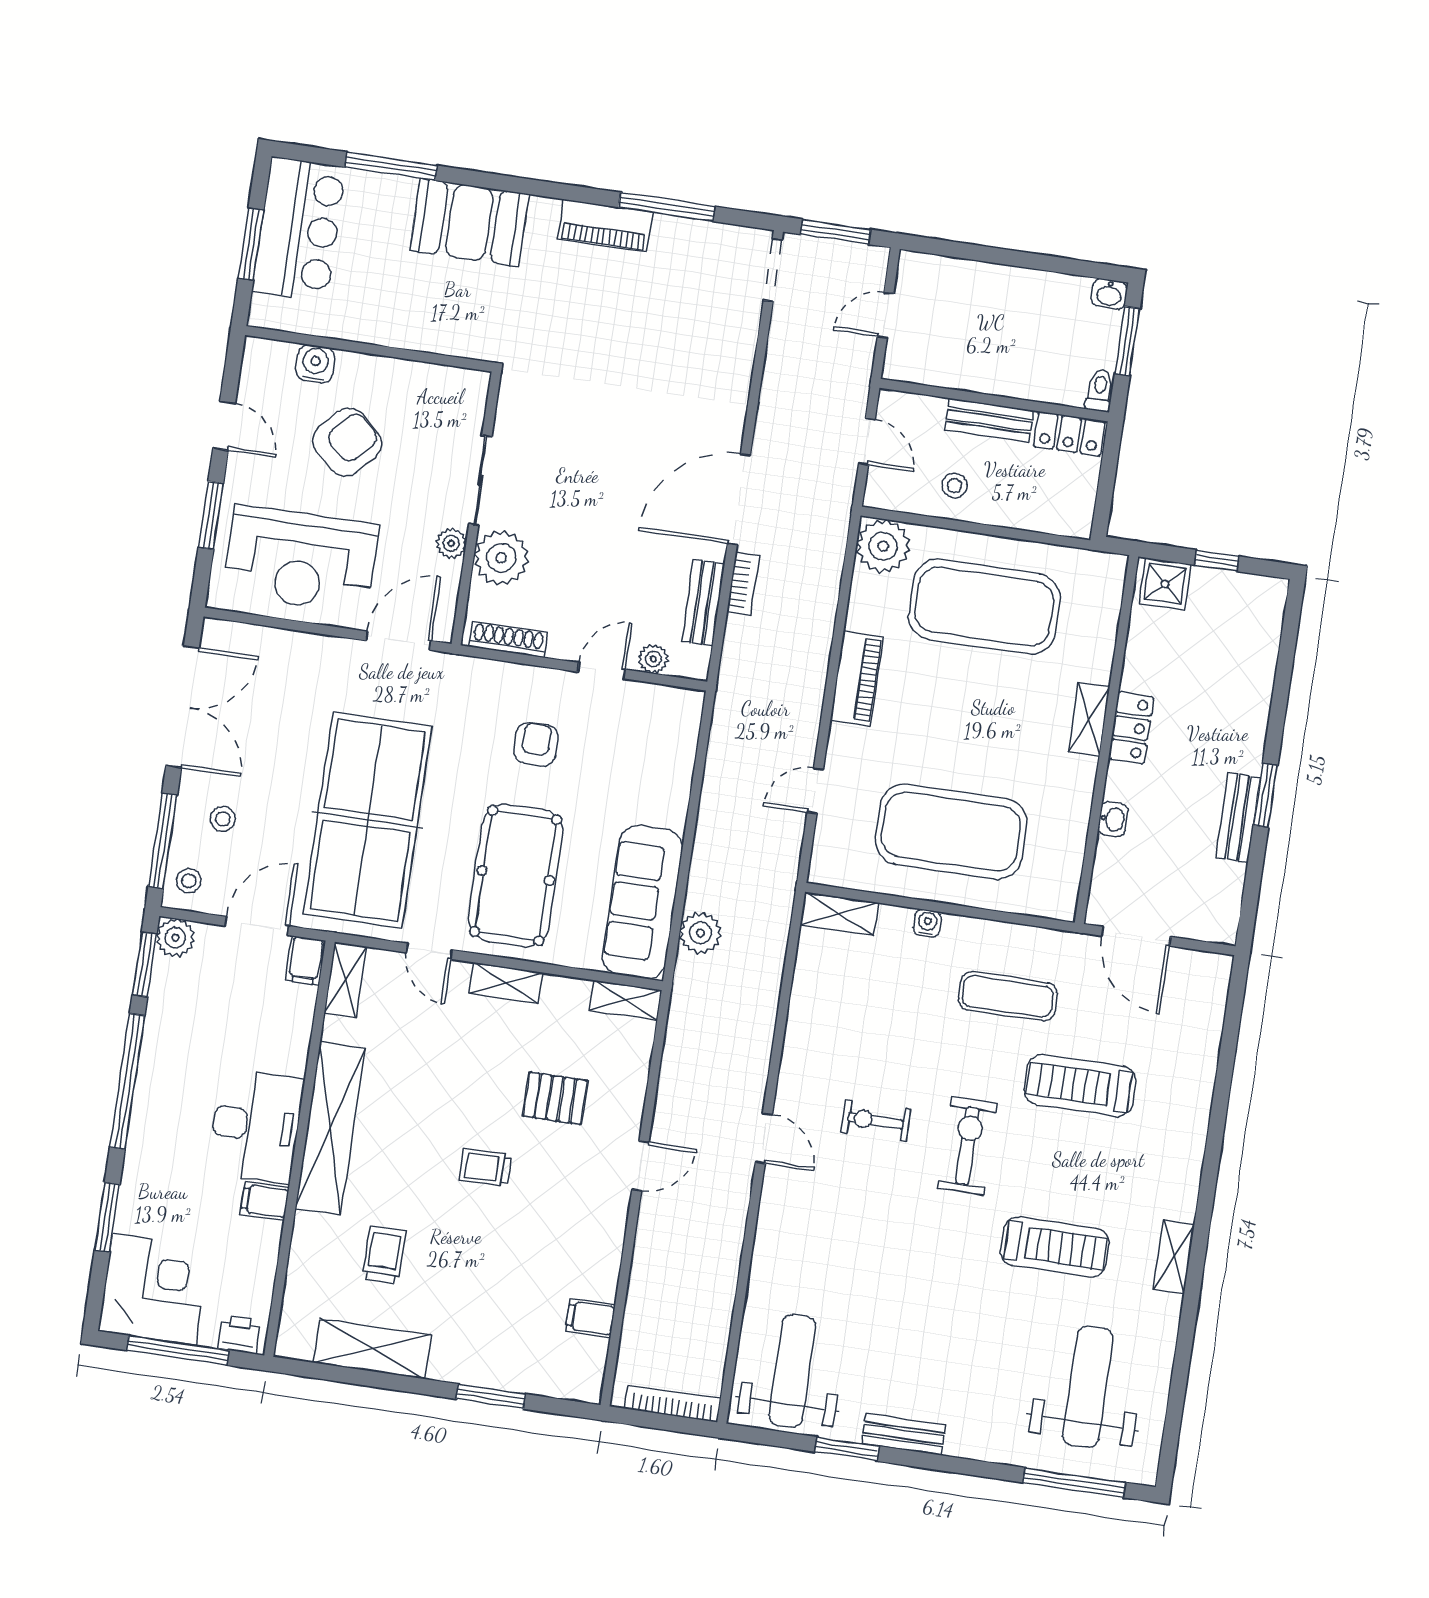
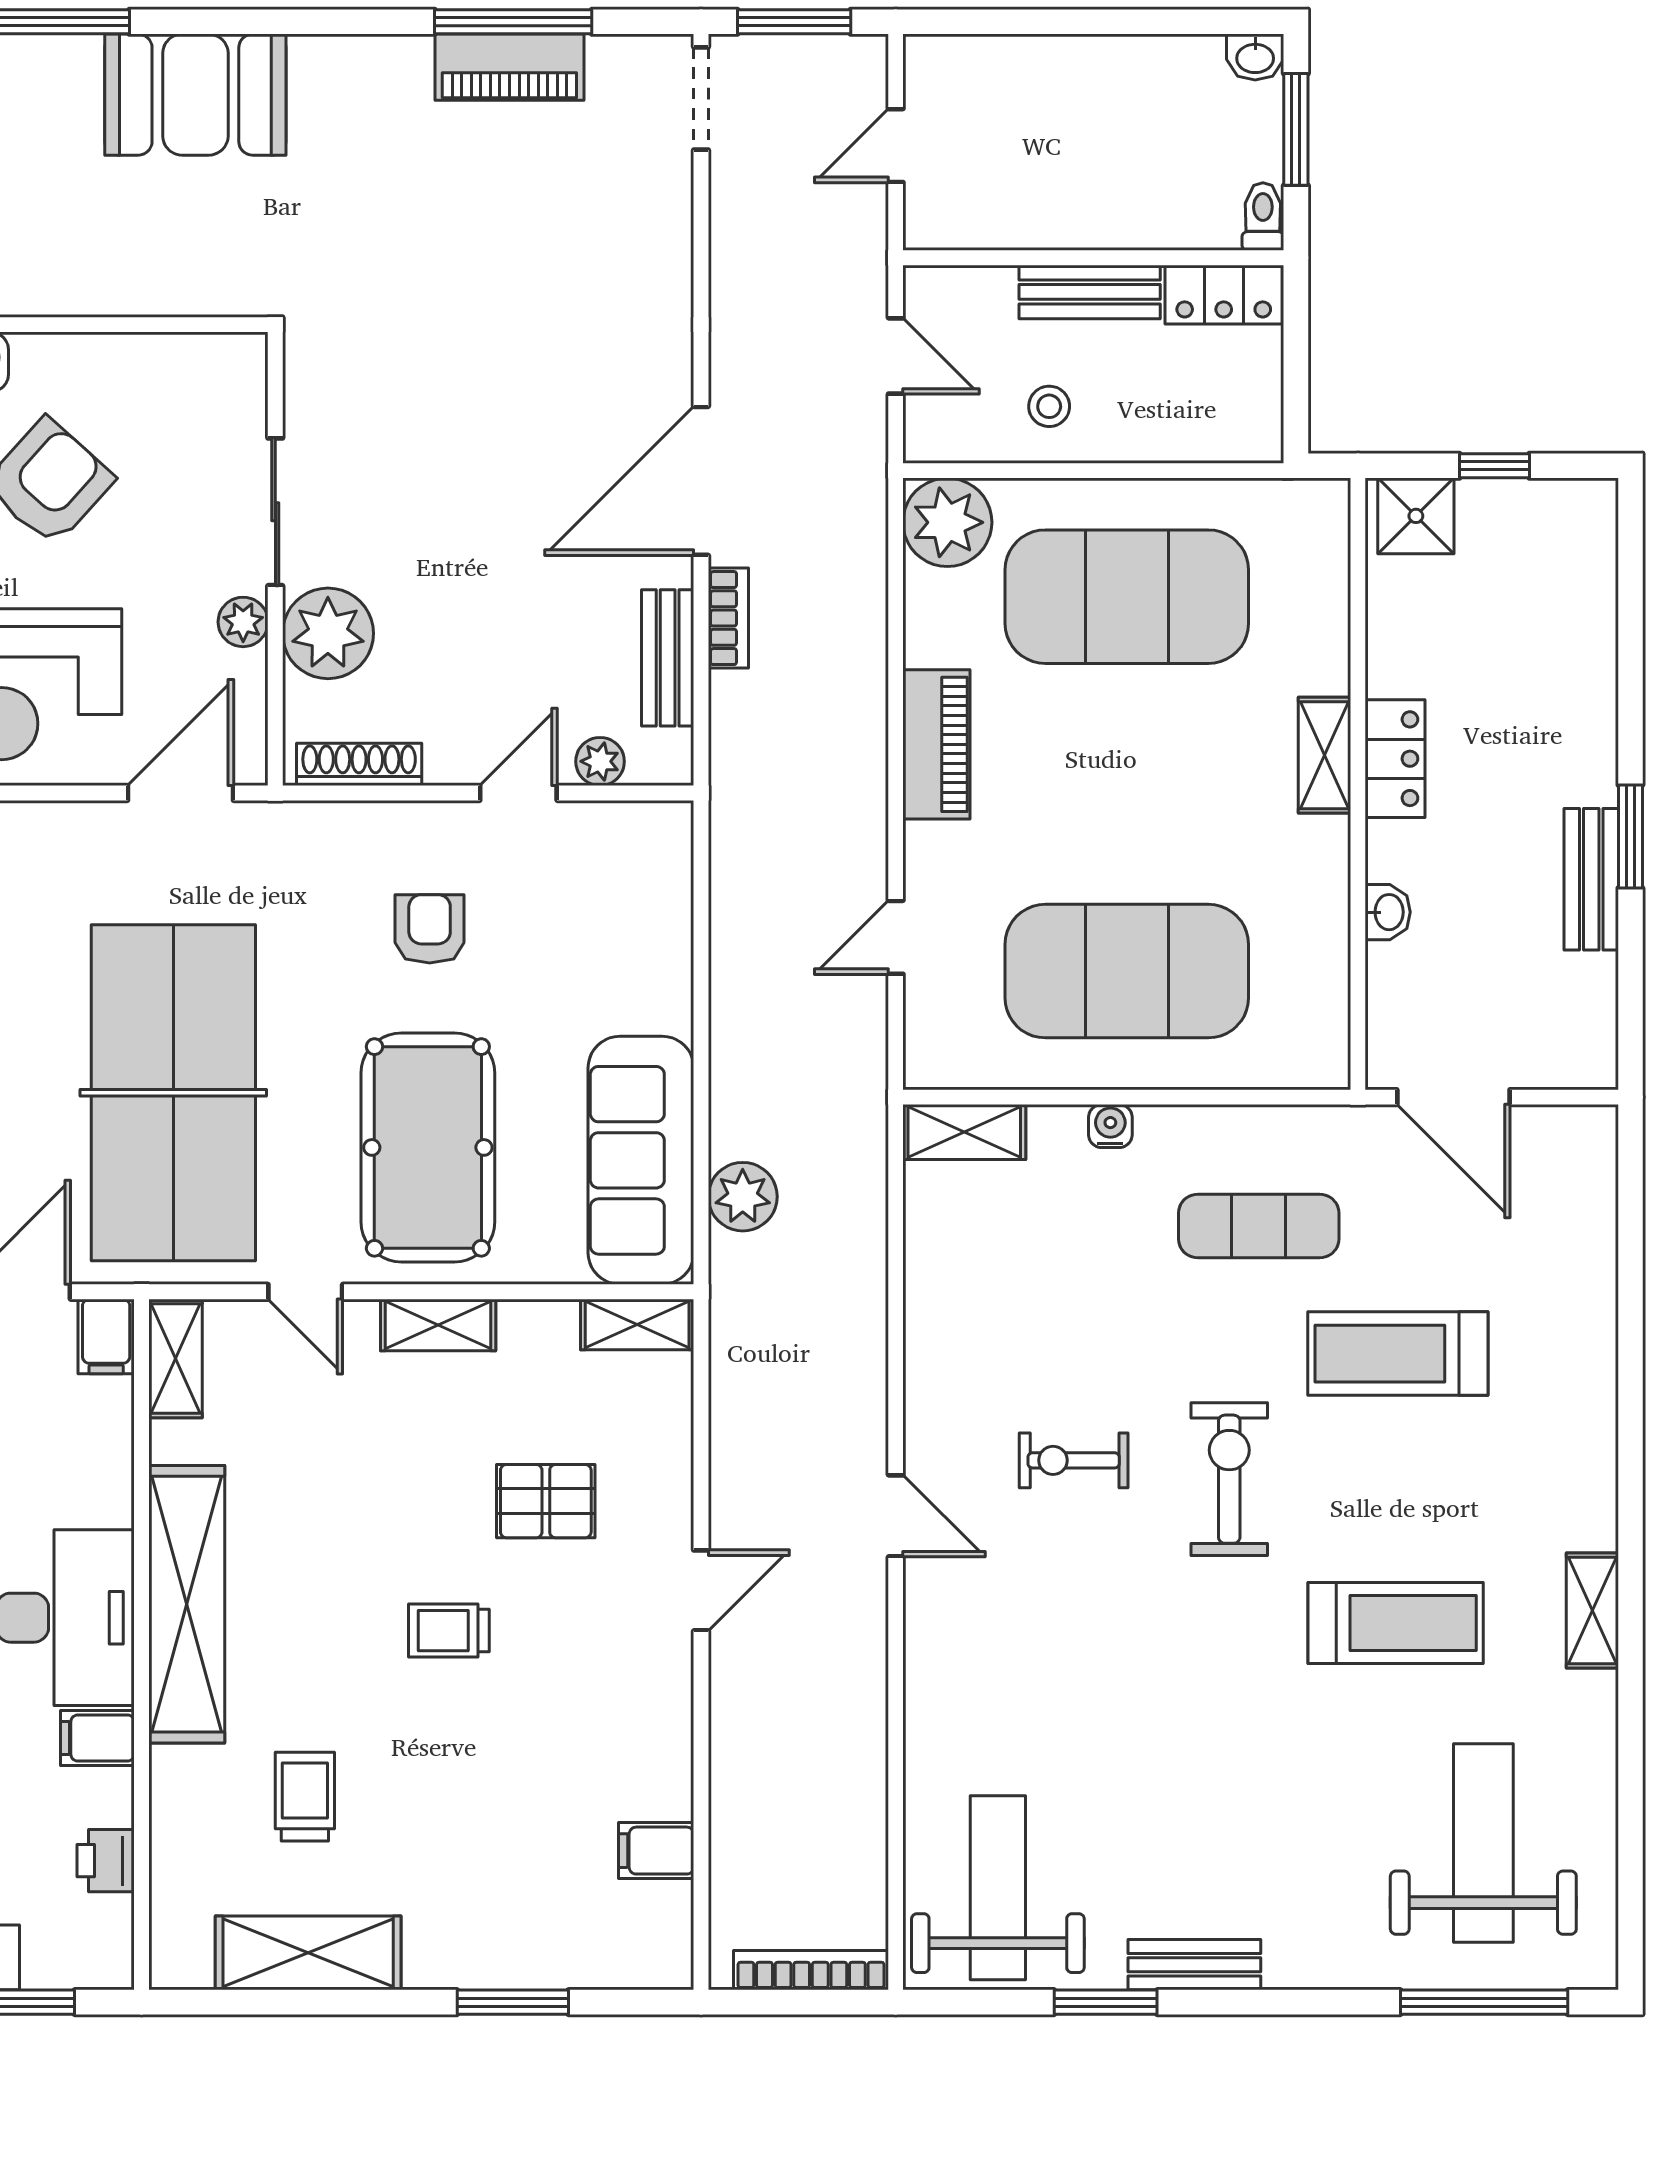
piano: (605, 226) -> (509, 67), moved
printer: (239, 1334) -> (106, 1861), moved, turned -90

